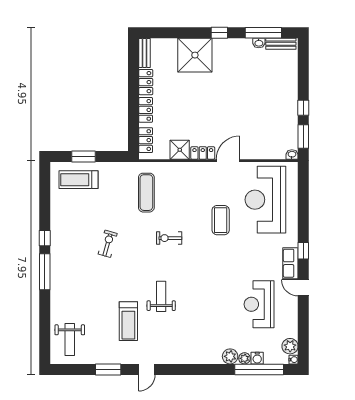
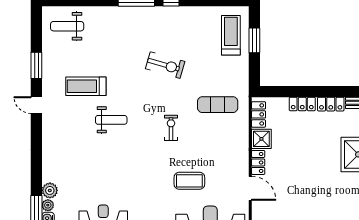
locker: (146, 140) -> (259, 114), moved, turned -90
exercise bike: (108, 244) -> (165, 65), width x1.38, depth x1.39

